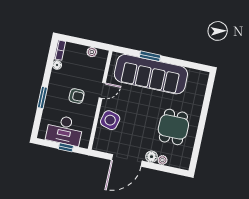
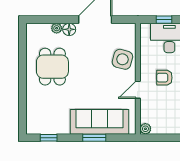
plant: (92, 52) -> (145, 129), moved
window: (190, 65) -> (49, 138), added
sofa: (151, 74) -> (99, 122), width x0.74, depth x0.79

